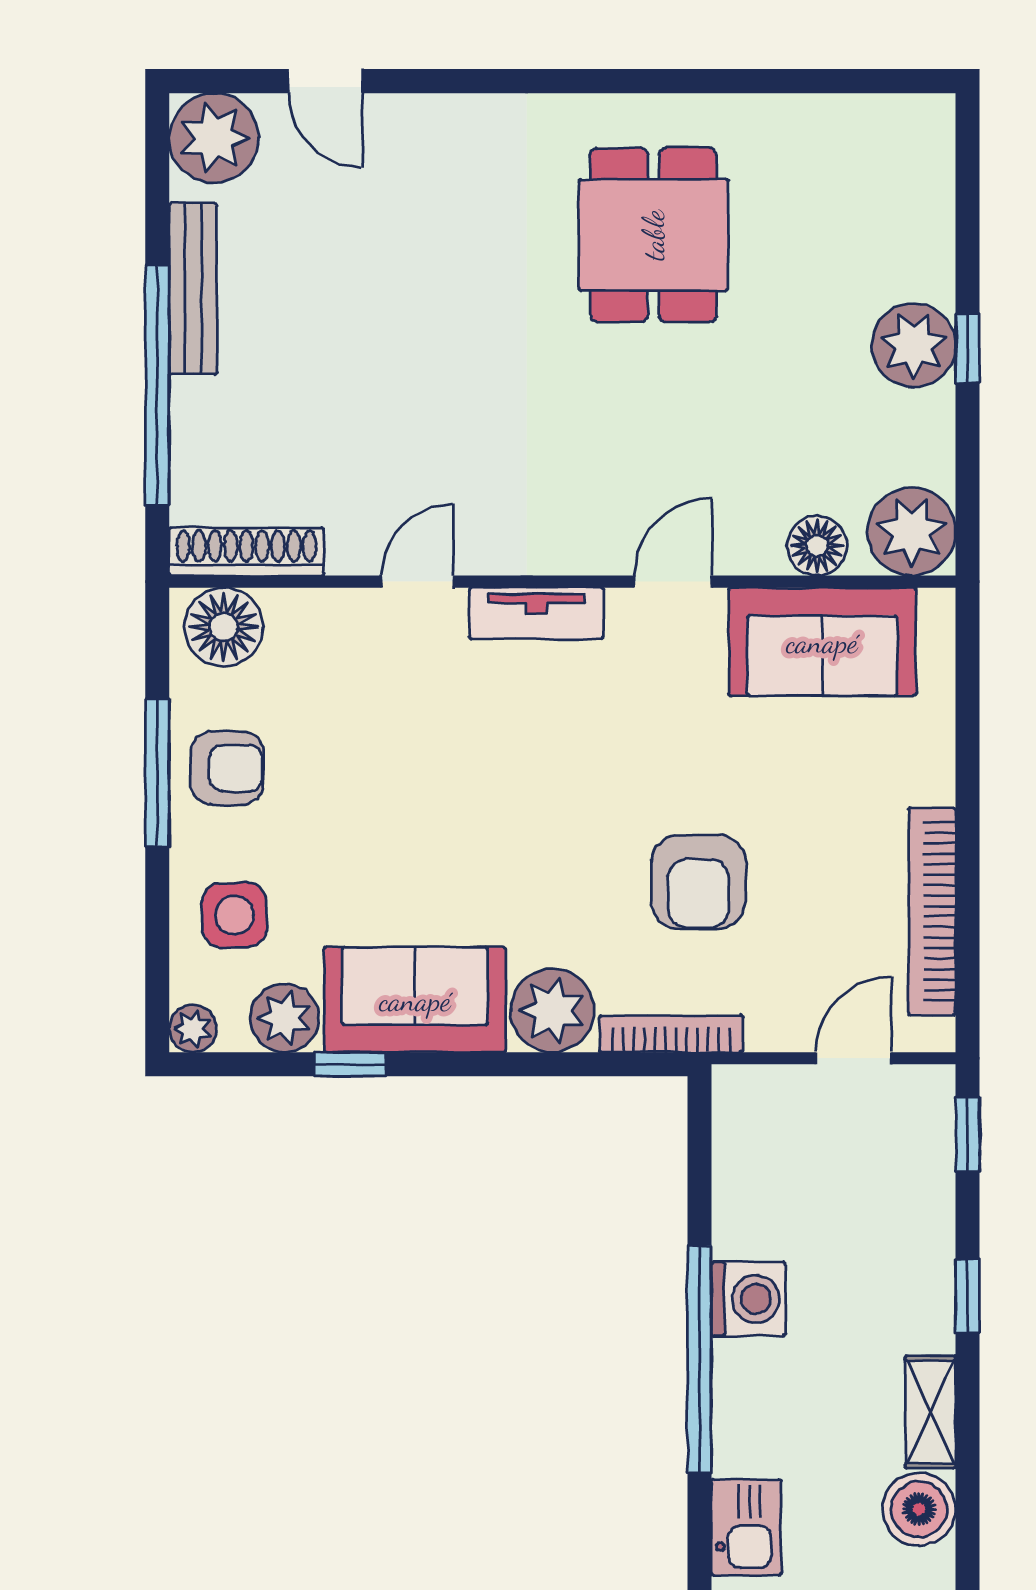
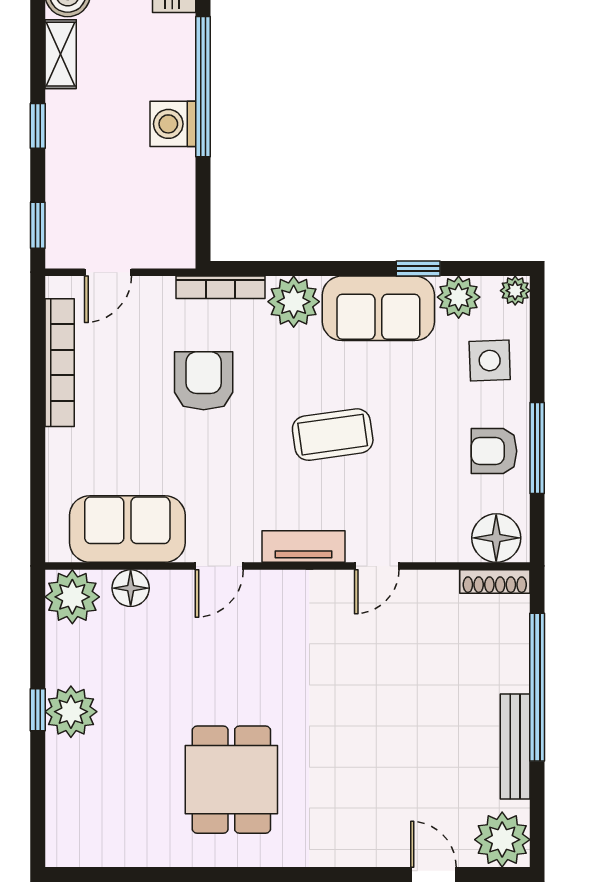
shoe rack: (246, 552) -> (495, 582), width x0.74, depth x0.81
coffee table: (489, 795) -> (333, 435), added

